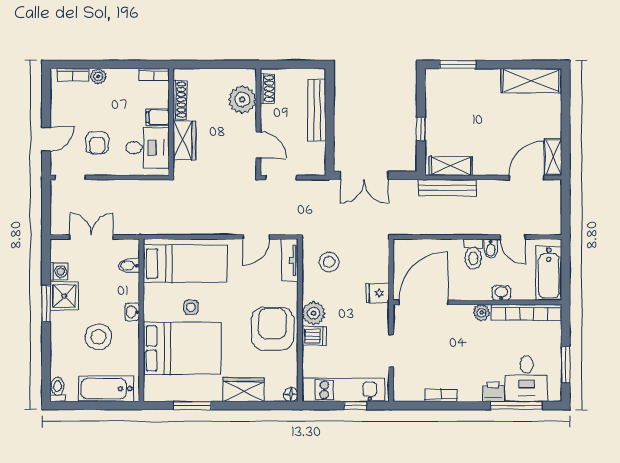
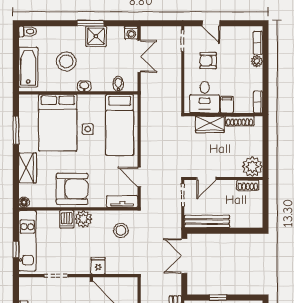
plant: (242, 99) -> (252, 167), moved
bench: (317, 110) -> (207, 221), moved
washing machine: (59, 272) -> (131, 33), moved

